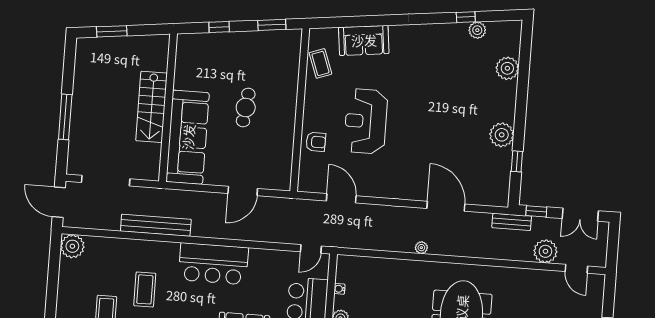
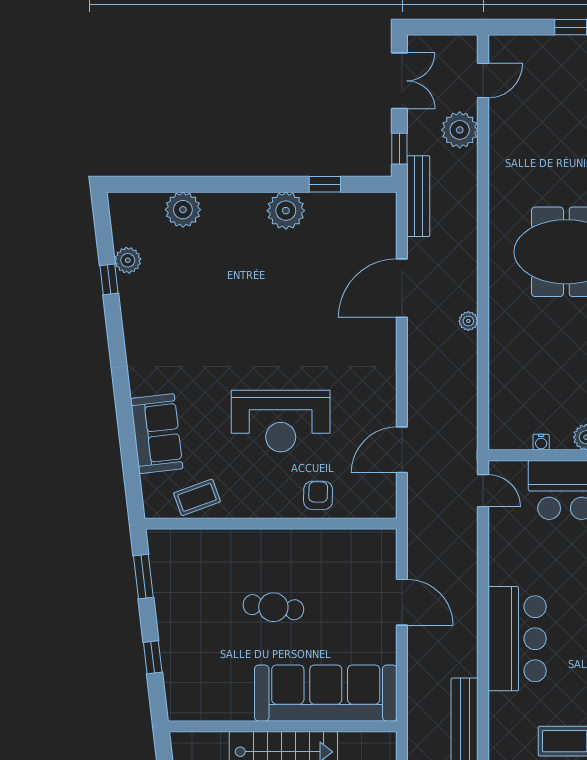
bench: (512, 222) -> (418, 196), width x1.36

